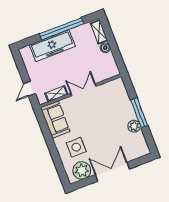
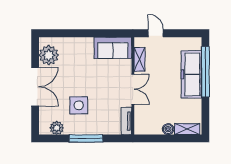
window: (62, 29) -> (205, 72), moved
tv unit: (112, 85) -> (126, 121), added
plant: (134, 126) -> (57, 128), moved
side table: (76, 147) -> (79, 105), moved

